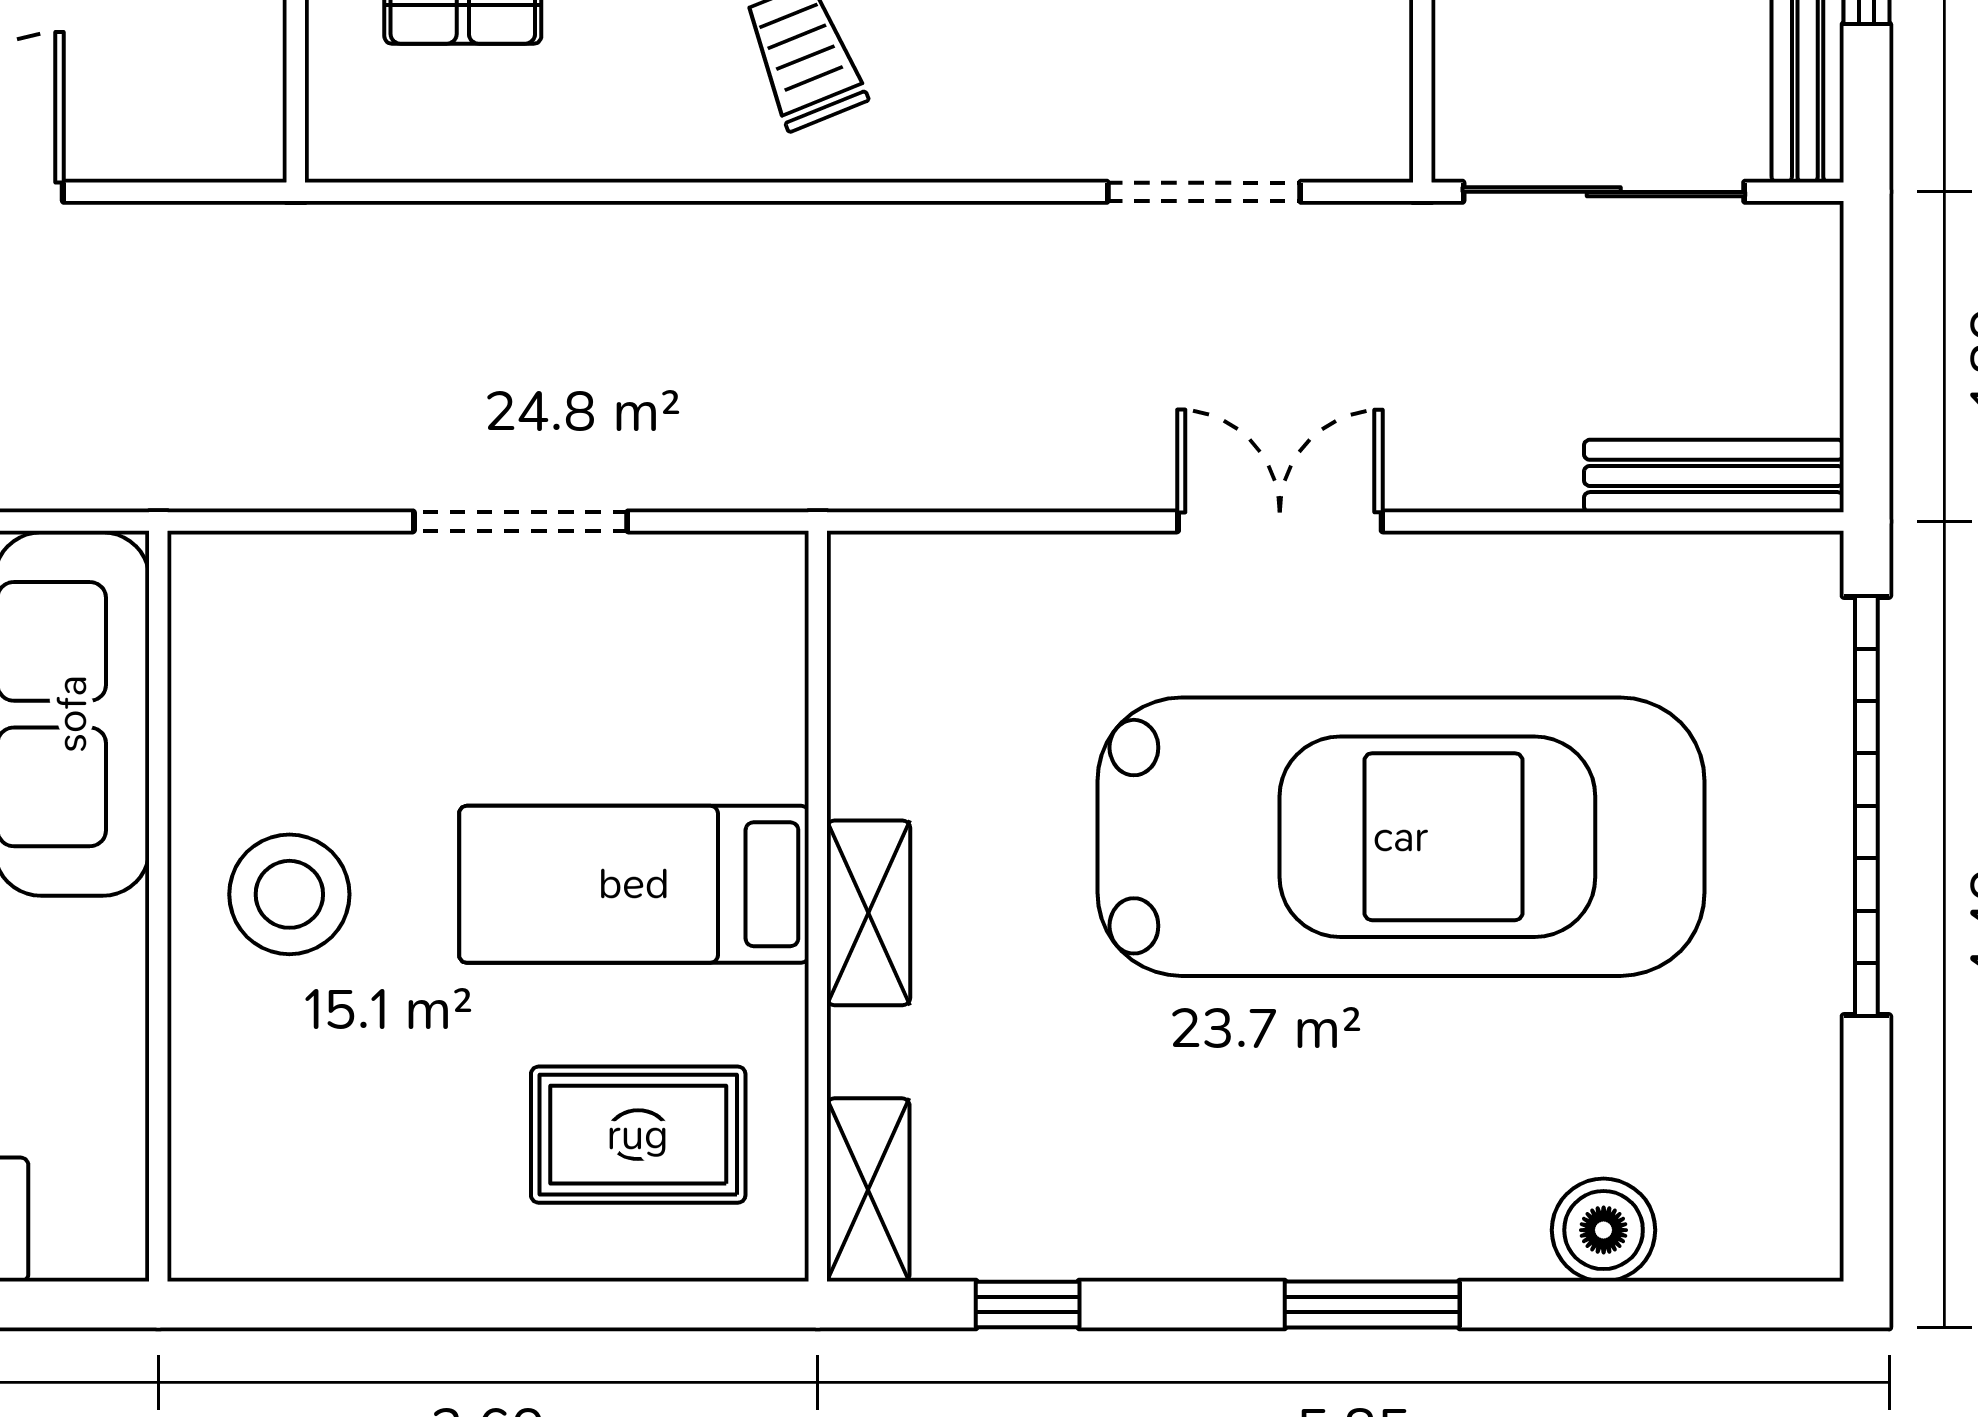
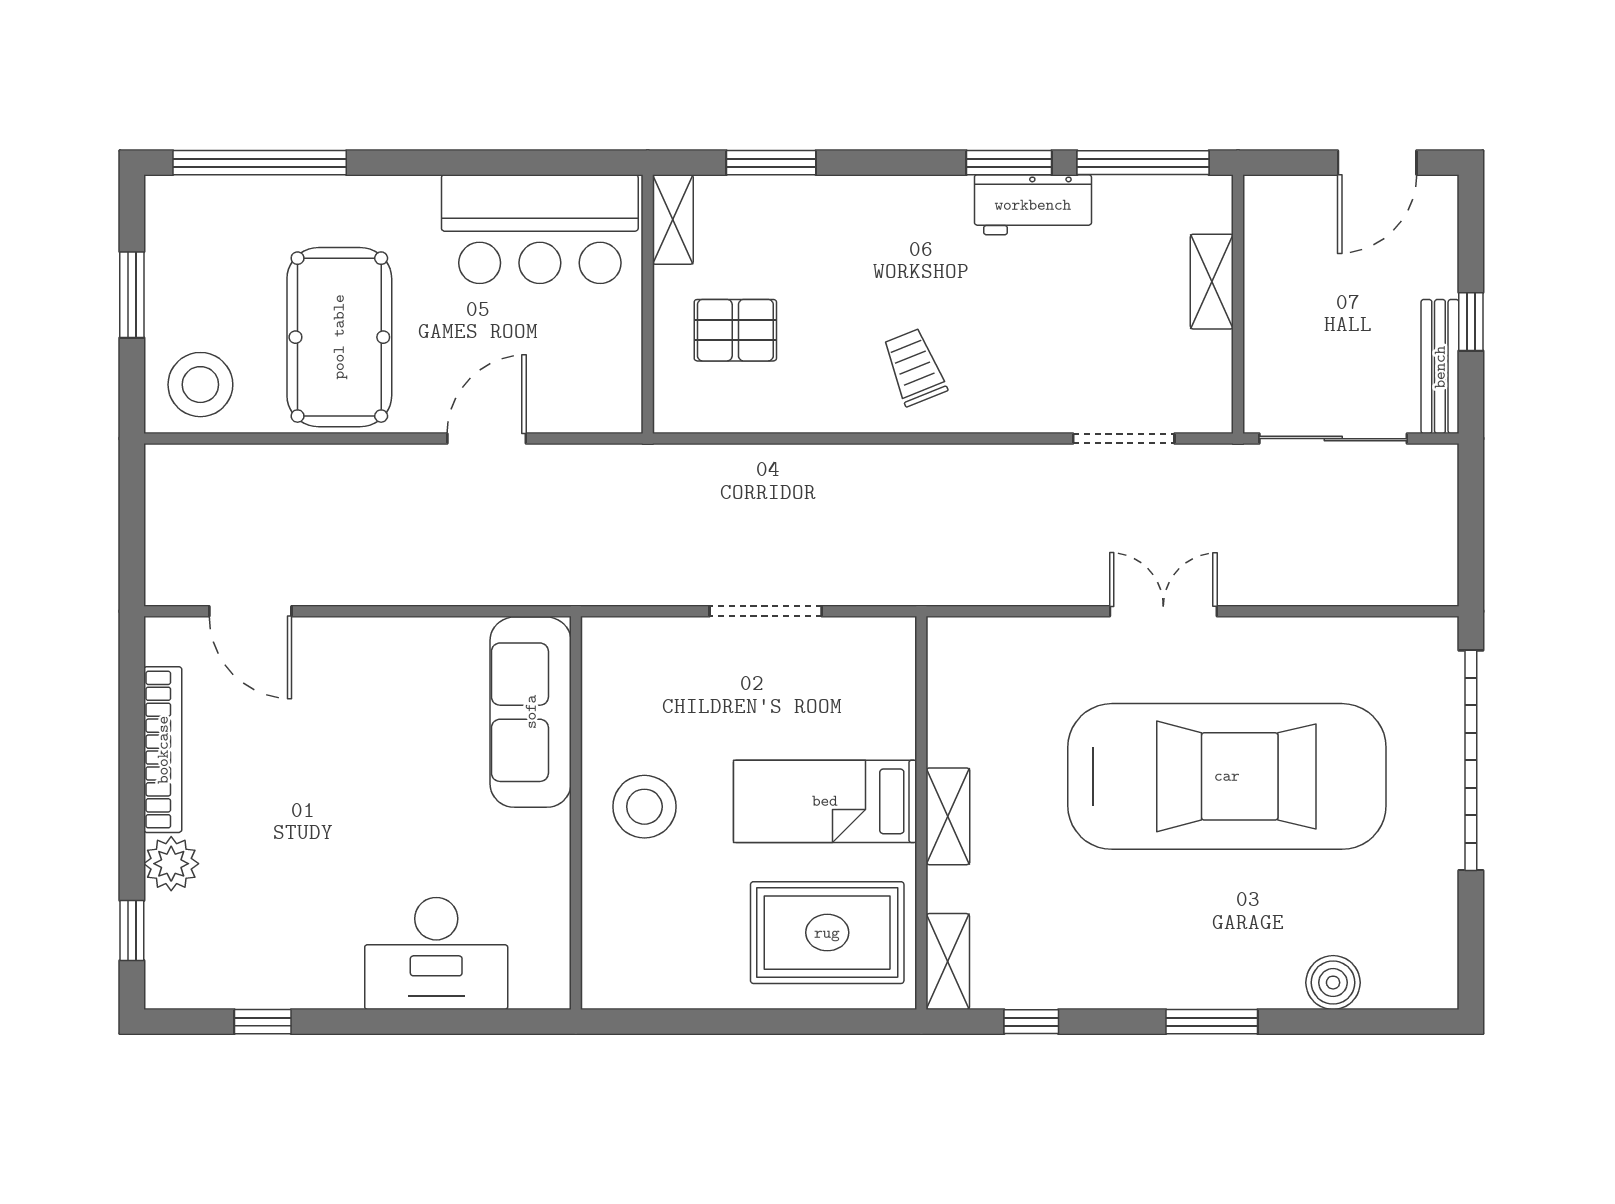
bench: (1714, 476) -> (1391, 587), removed
rug: (638, 1135) -> (827, 933), width x1.36, depth x1.43

